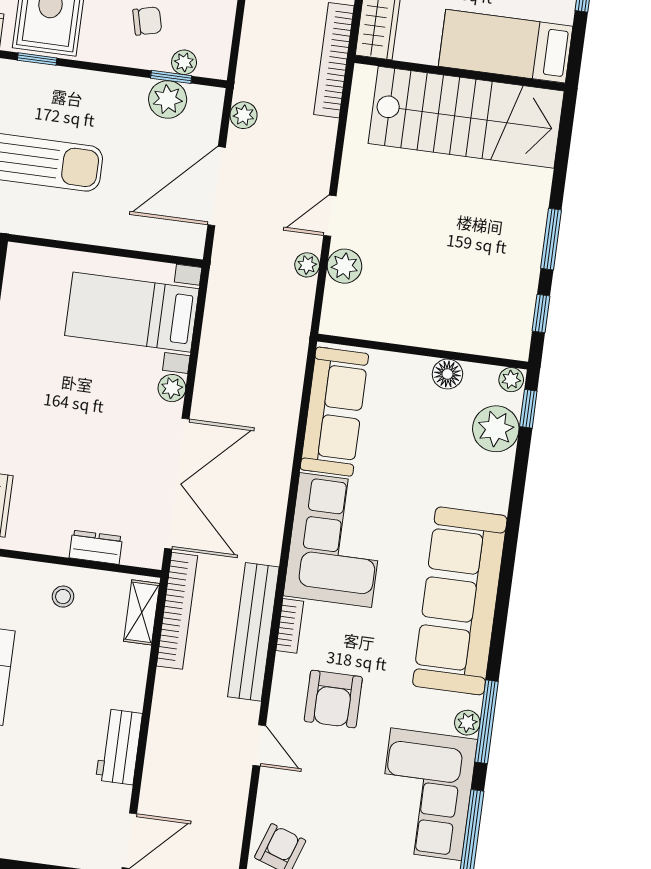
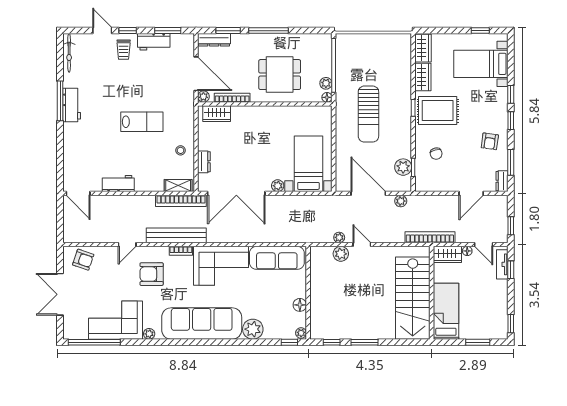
plant: (184, 62) -> (420, 172), removed
plant: (496, 429) -> (253, 329), moved
window: (487, 722) -> (151, 342), removed

